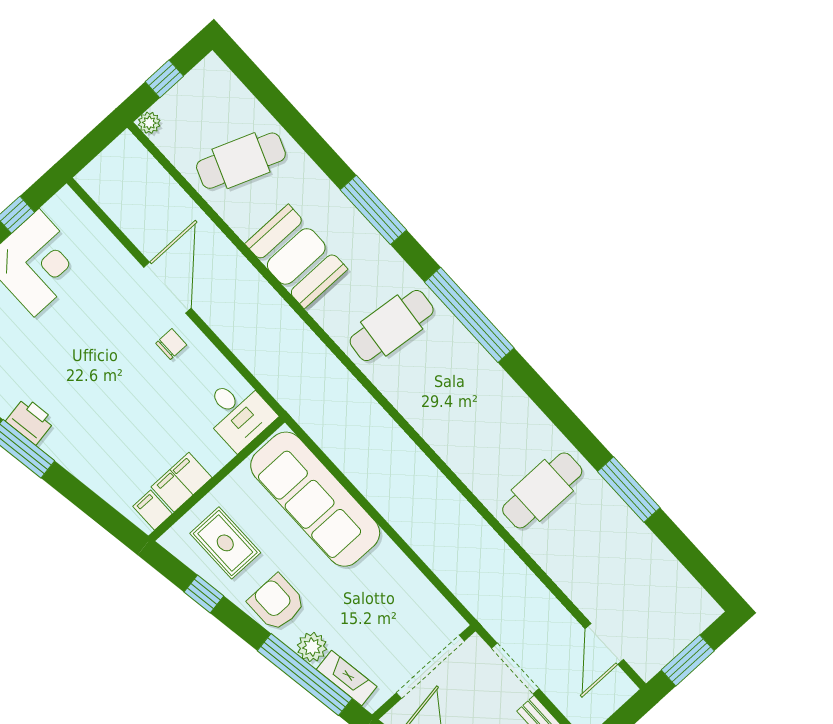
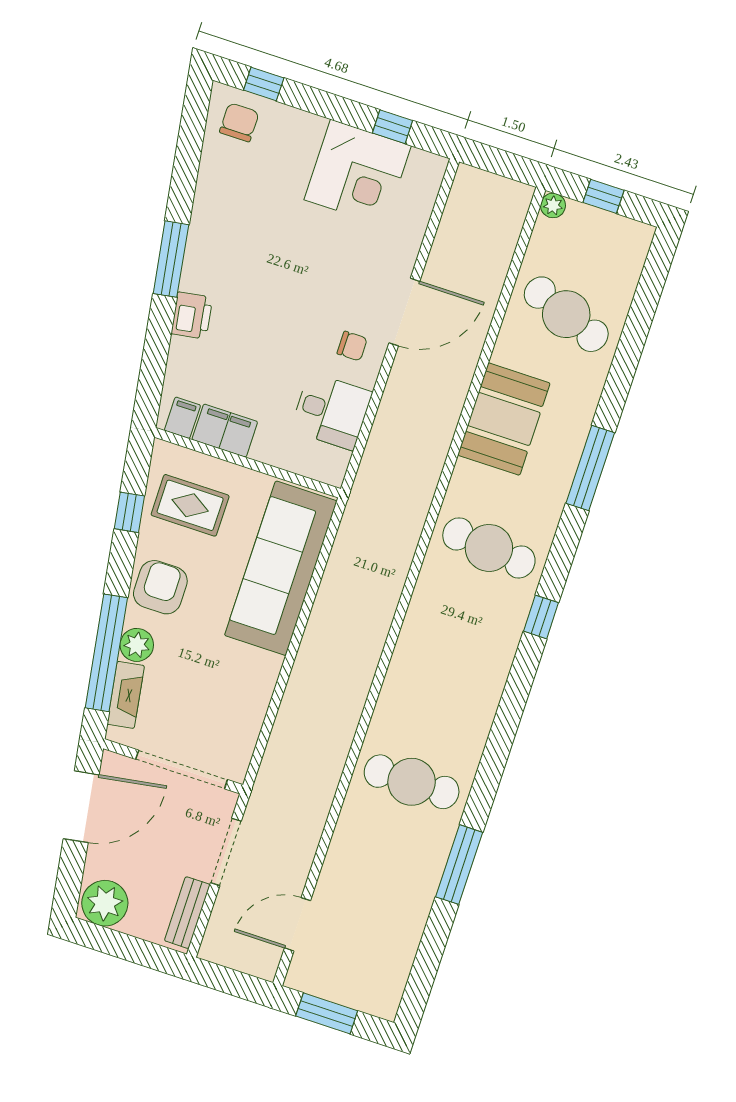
window: (469, 315) -> (541, 617), width x0.32
desk: (238, 413) -> (331, 411), moved, turned -90
printer: (30, 421) -> (192, 315), moved
rug: (225, 543) -> (190, 505), turned 90

